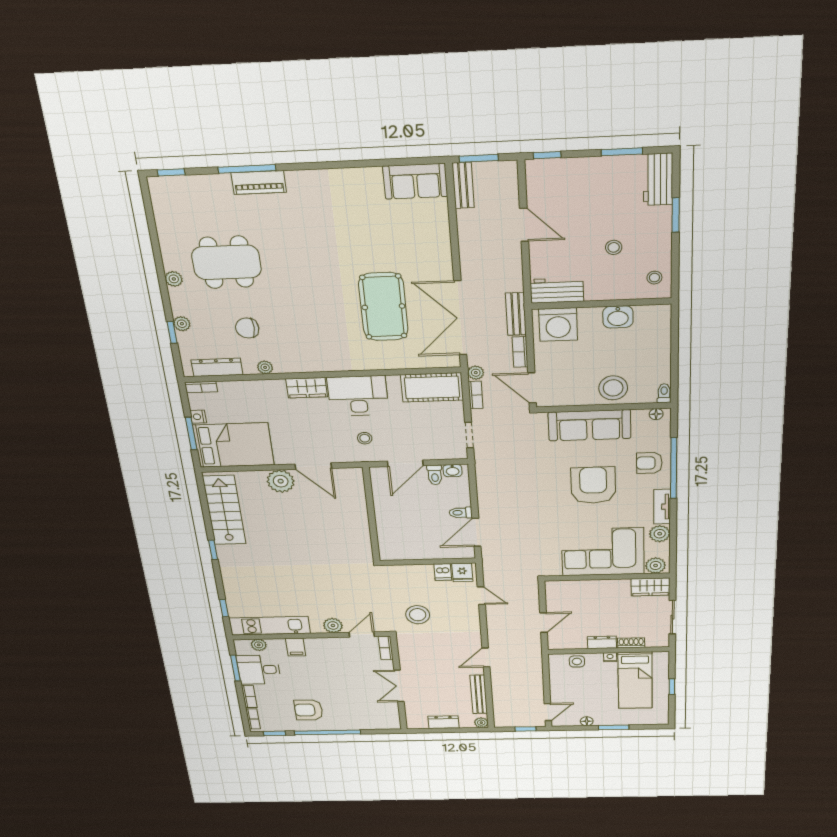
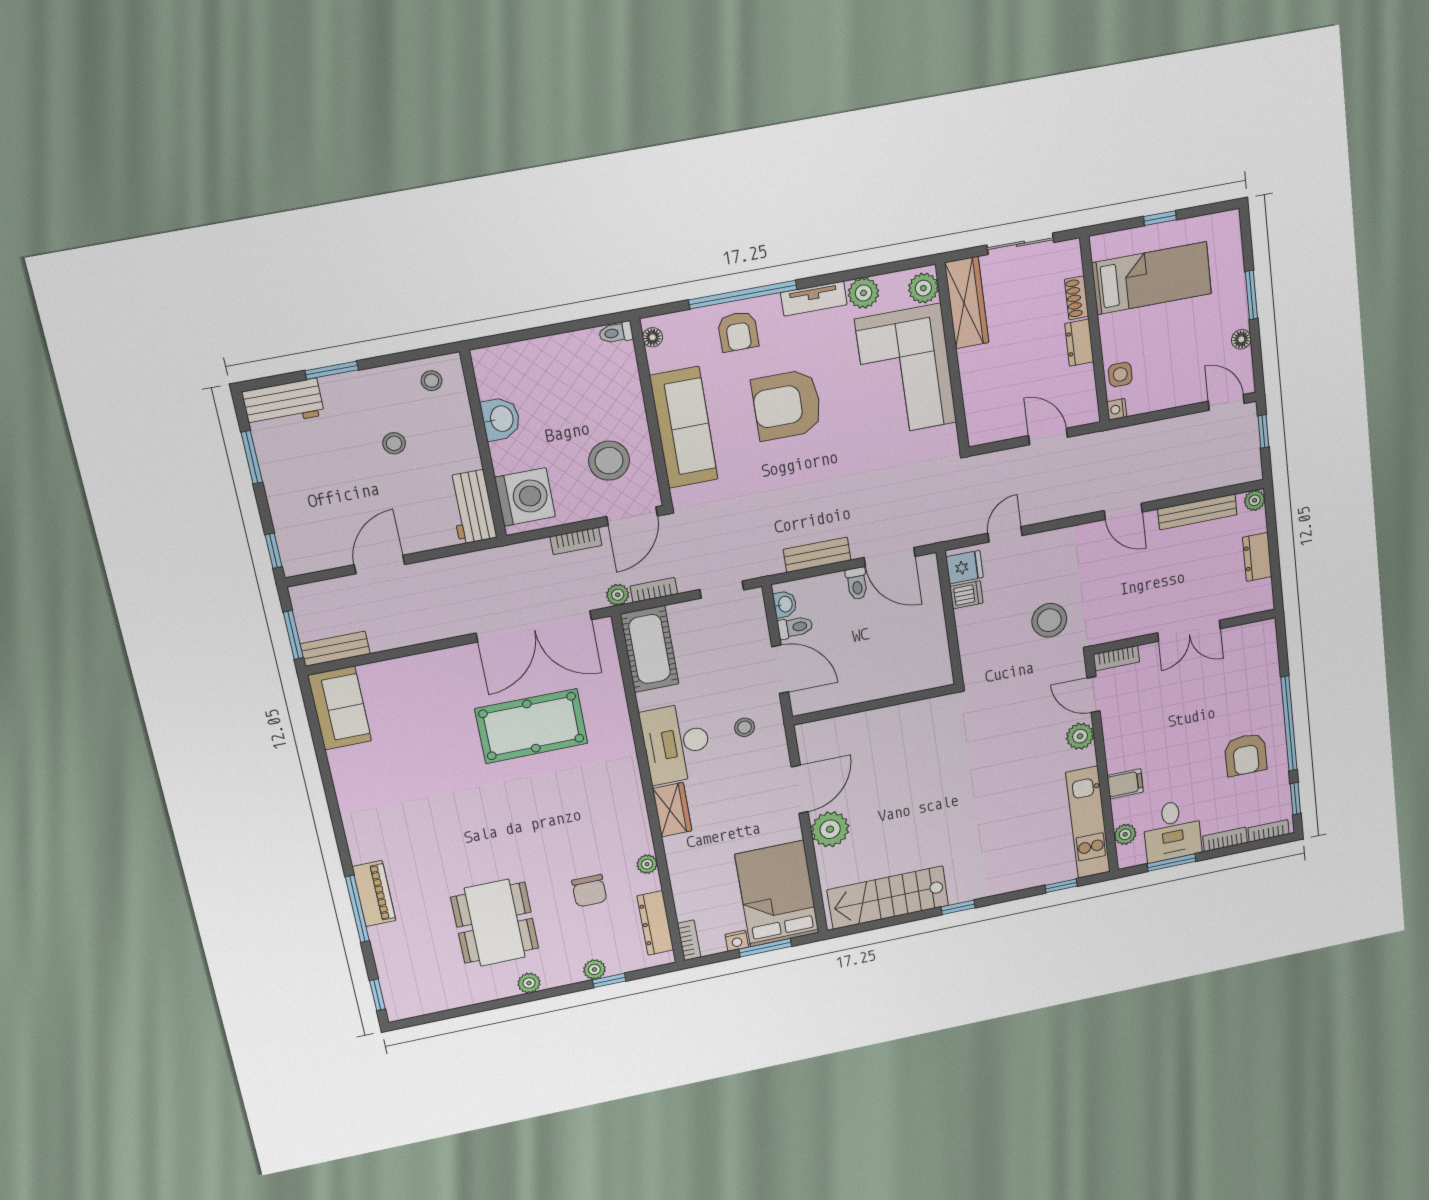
bench: (516, 314) -> (817, 555), moved
stool: (613, 388) -> (609, 461), moved
wardrobe: (650, 587) -> (967, 303), width x1.50
nightstand: (610, 657) -> (1117, 409), moved

